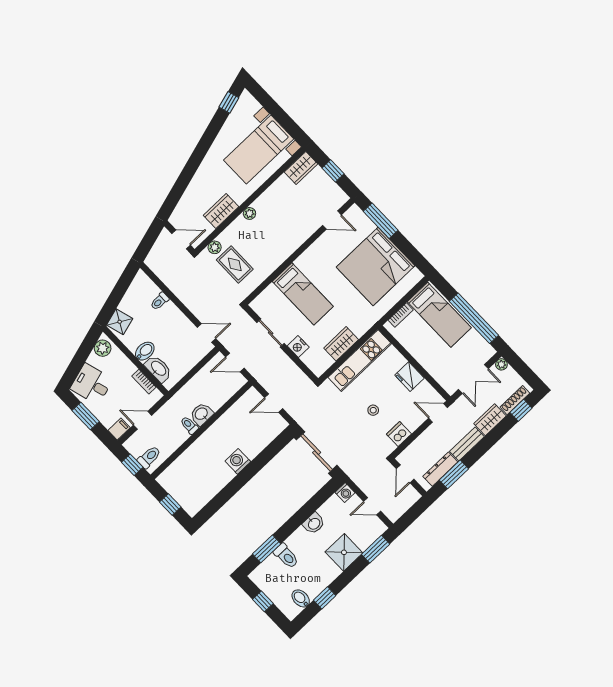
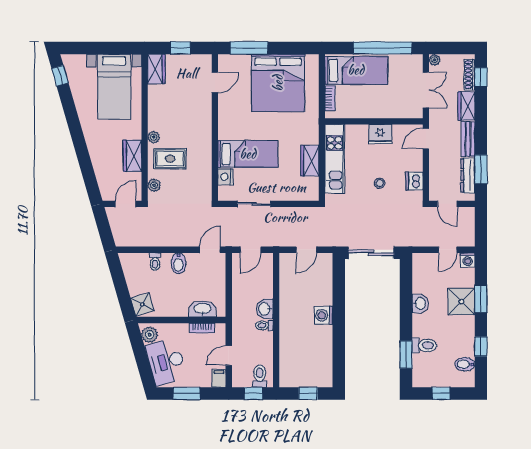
rug: (235, 264) -> (170, 159), moved
nightstand: (298, 346) -> (225, 177), moved, turned 90
bidet: (145, 351) -> (178, 263), moved, turned 180
desk: (92, 384) -> (166, 362), width x1.37
washing machine: (345, 493) -> (468, 260), moved, turned 90
window: (376, 549) -> (481, 299), moved

